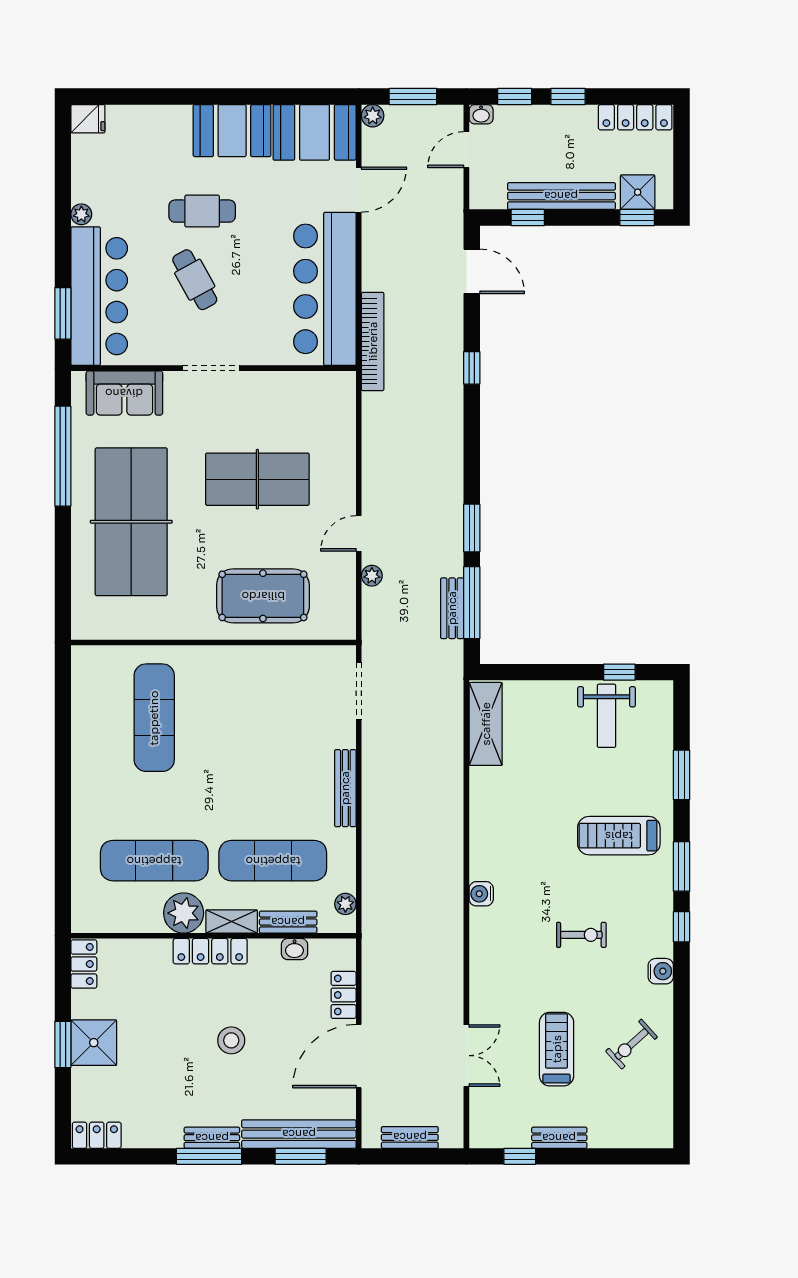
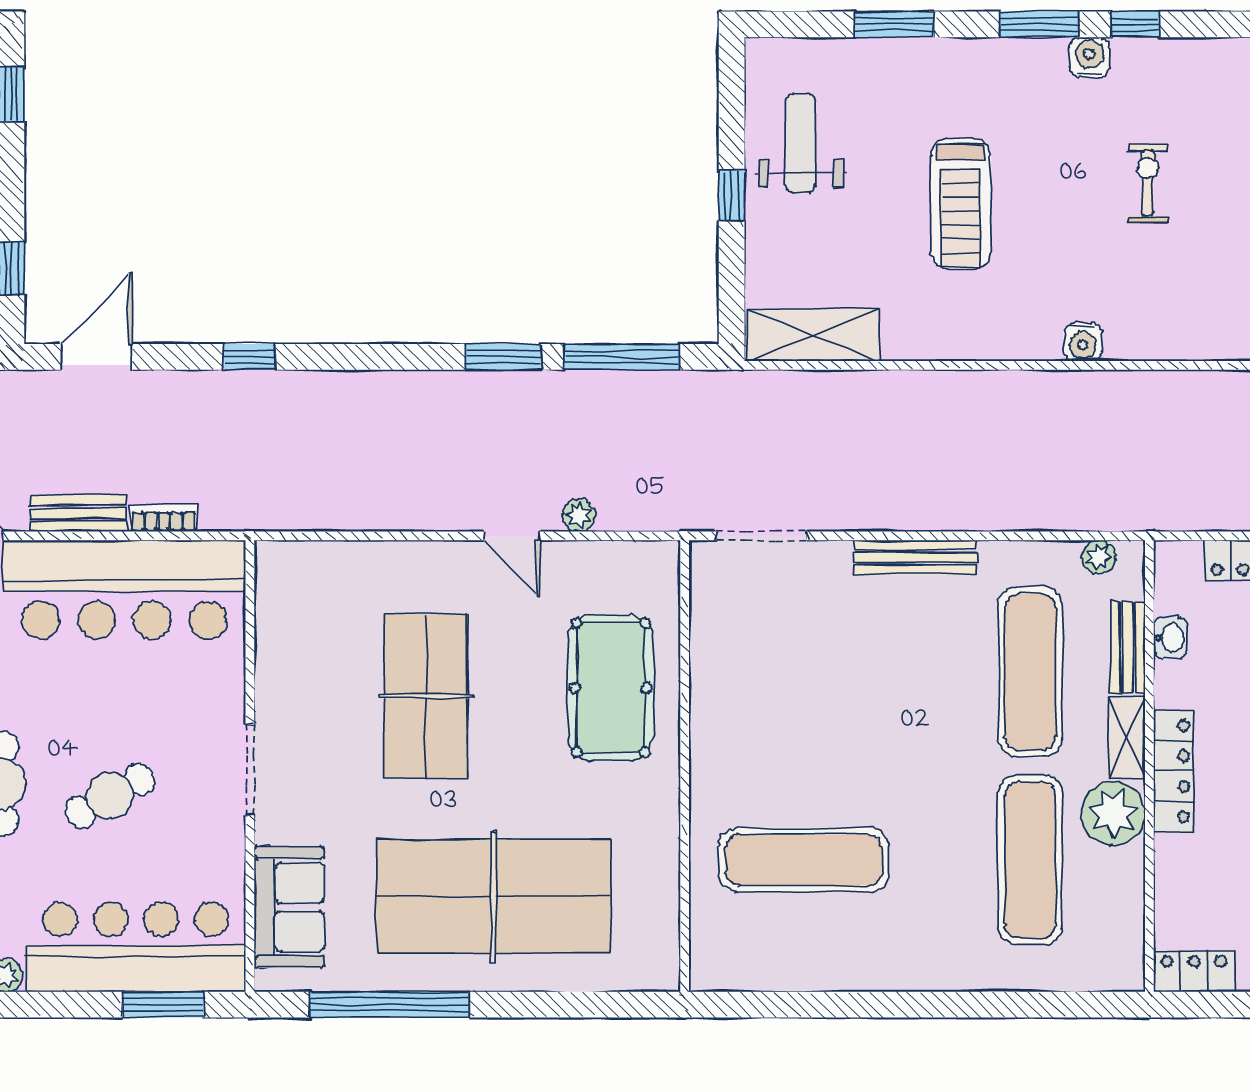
bookcase: (373, 341) -> (163, 518), width x0.43, depth x0.76
bench: (452, 608) -> (78, 513), moved
window: (619, 672) -> (732, 196), moved
weight bench: (607, 716) -> (801, 143), turned -90
treadmill: (619, 836) -> (961, 204), moved
water cooler: (661, 971) -> (1090, 57), moved

